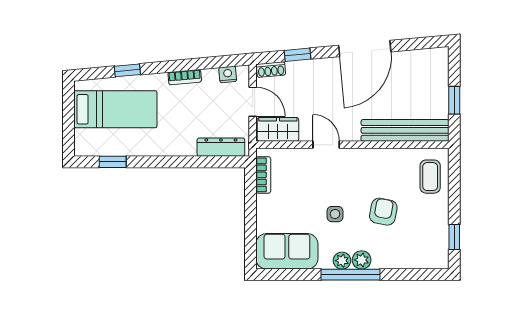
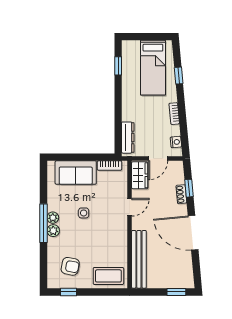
shoe rack: (271, 69) -> (181, 194), moved
window: (454, 100) -> (176, 292), moved
coffee table: (430, 177) -> (108, 276), width x1.36, depth x1.30
armchair: (383, 212) -> (70, 266), moved
sofa: (287, 251) -> (76, 173), moved, turned 90

